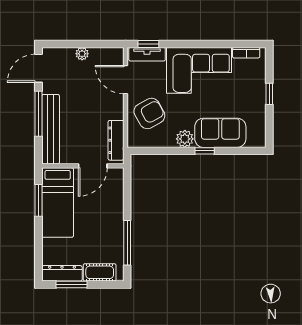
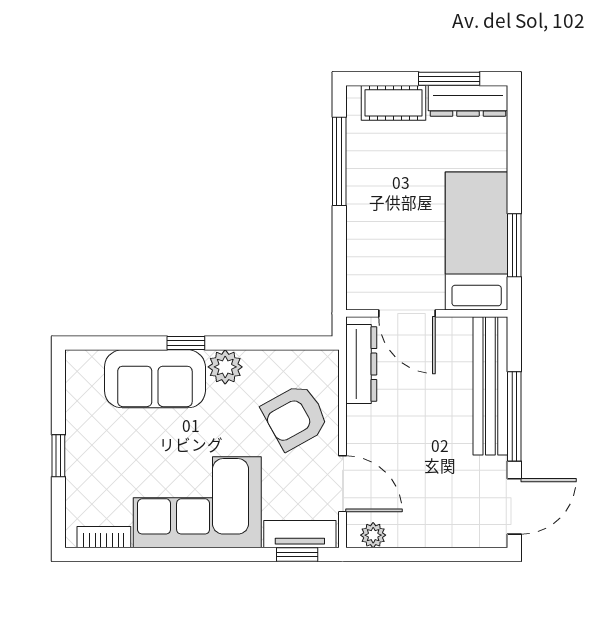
plant: (82, 54) -> (373, 535), moved
door: (93, 166) -> (407, 313), swing flipped

